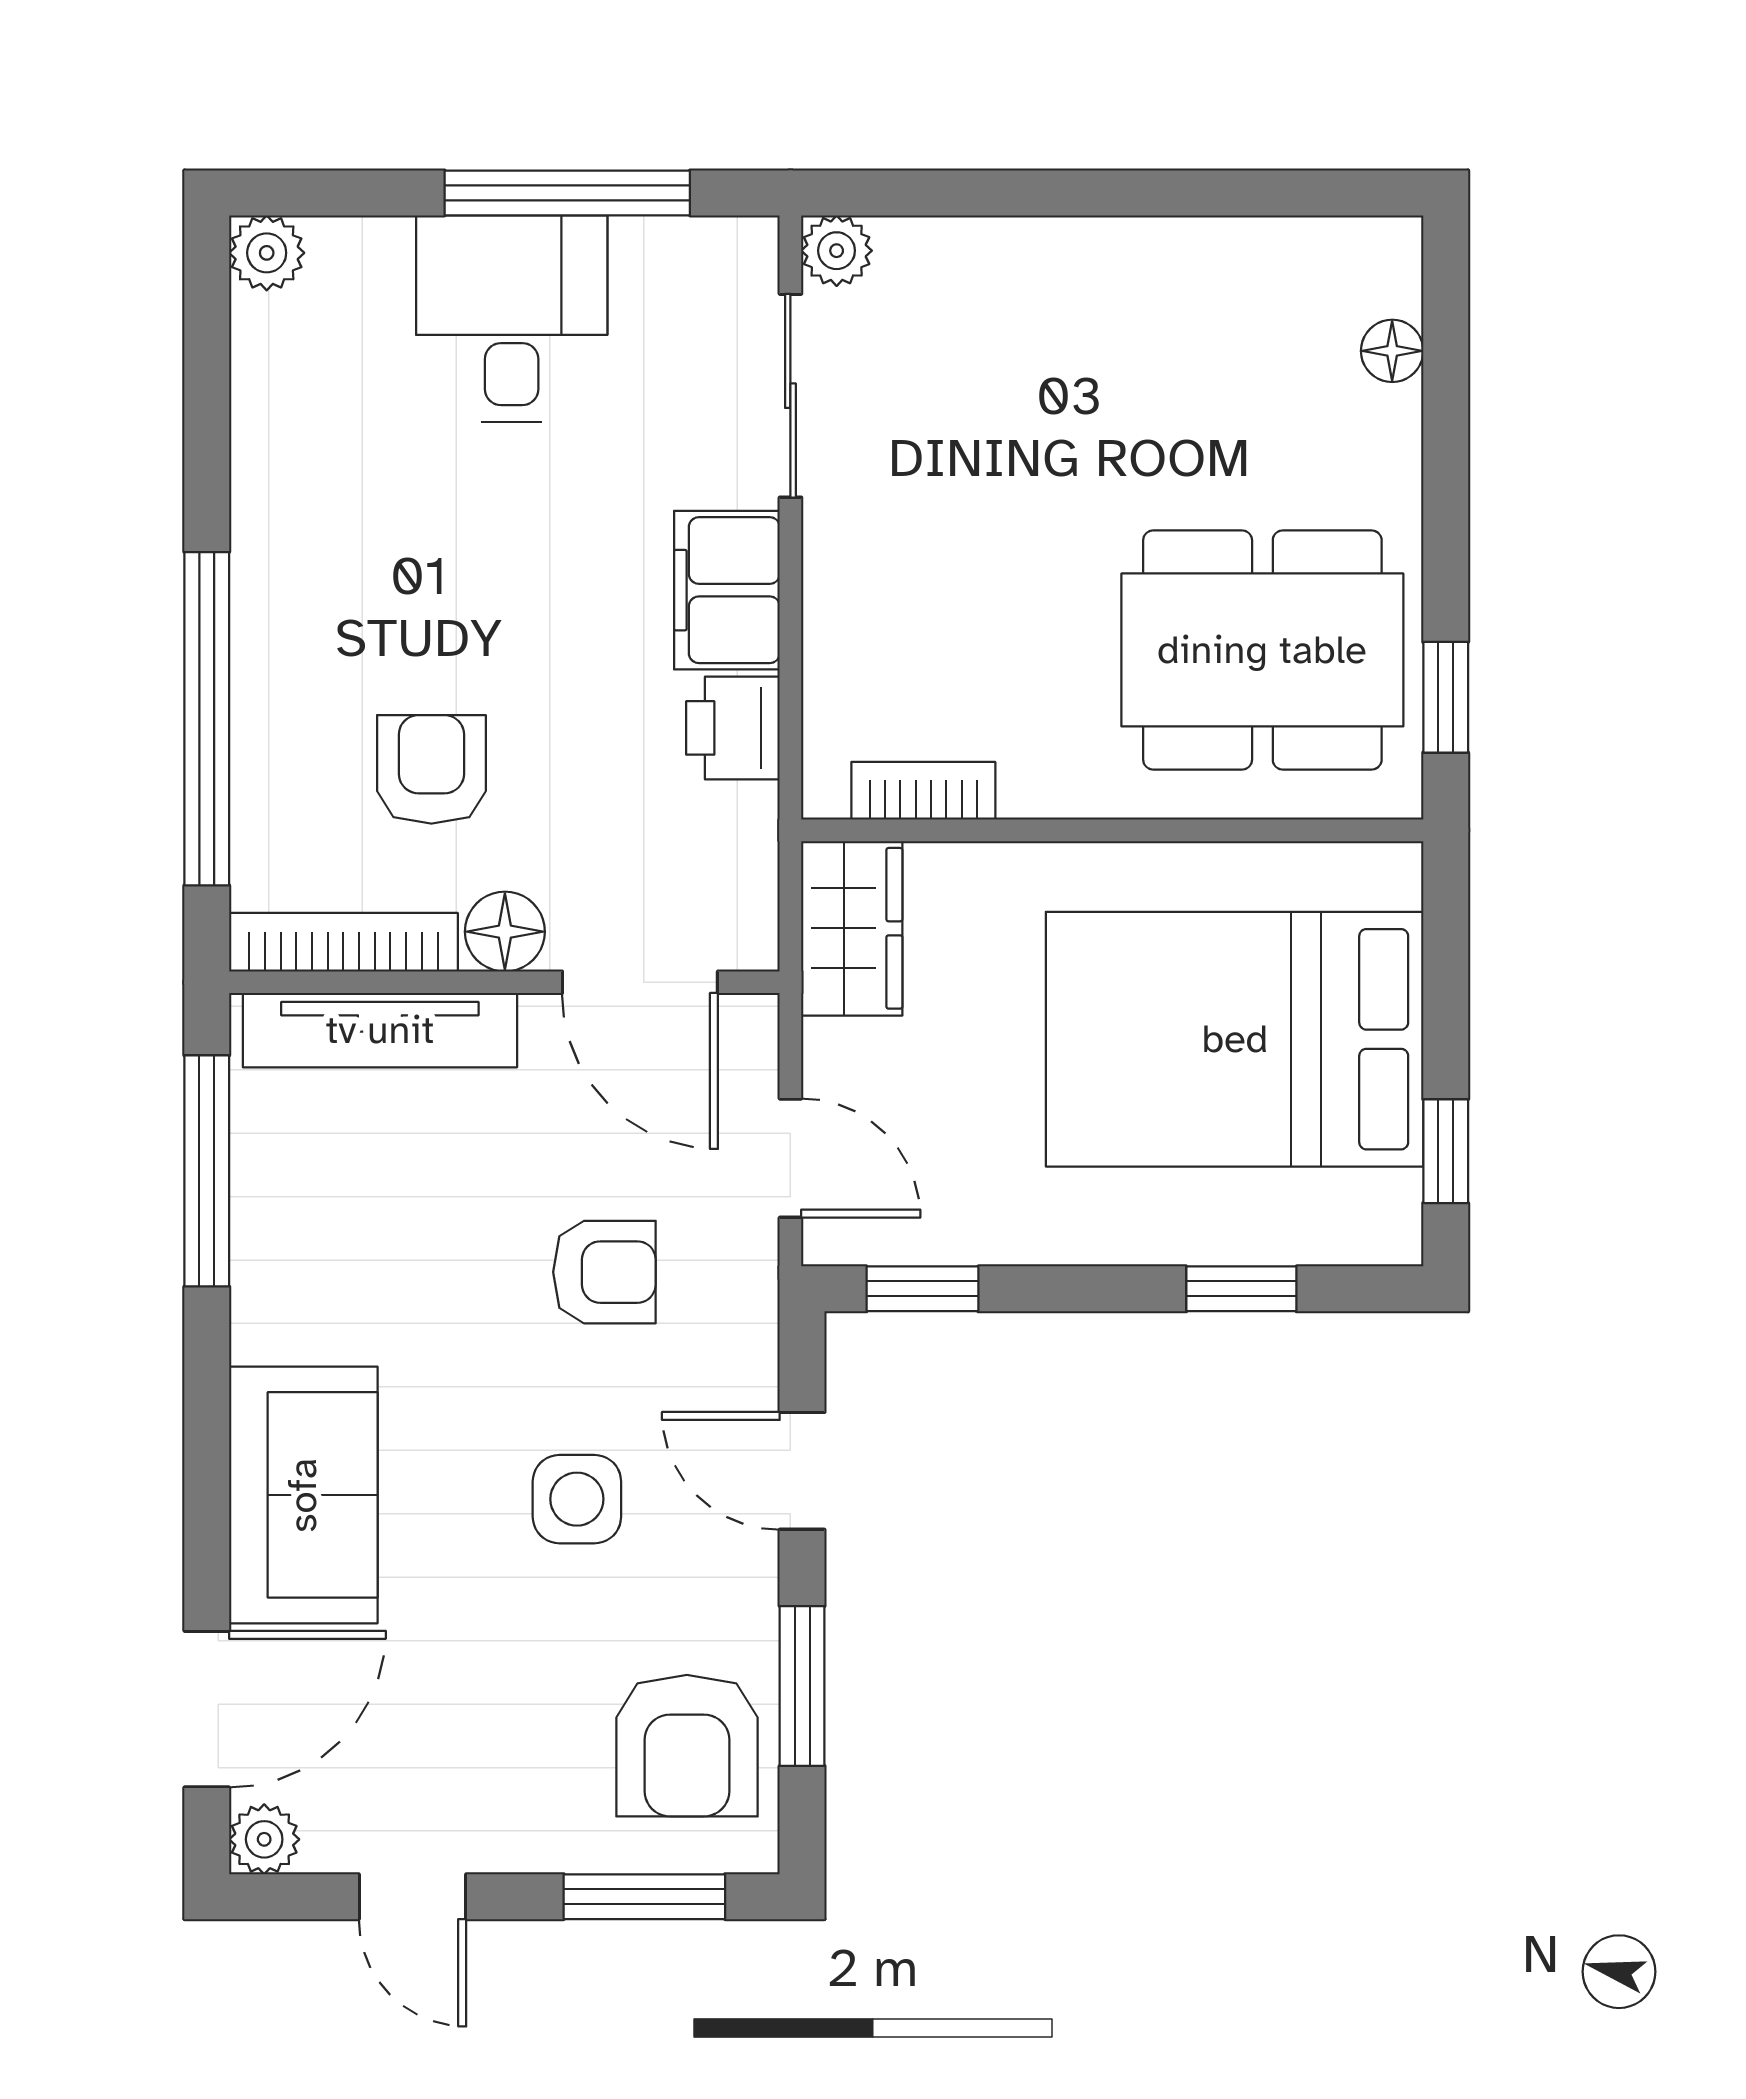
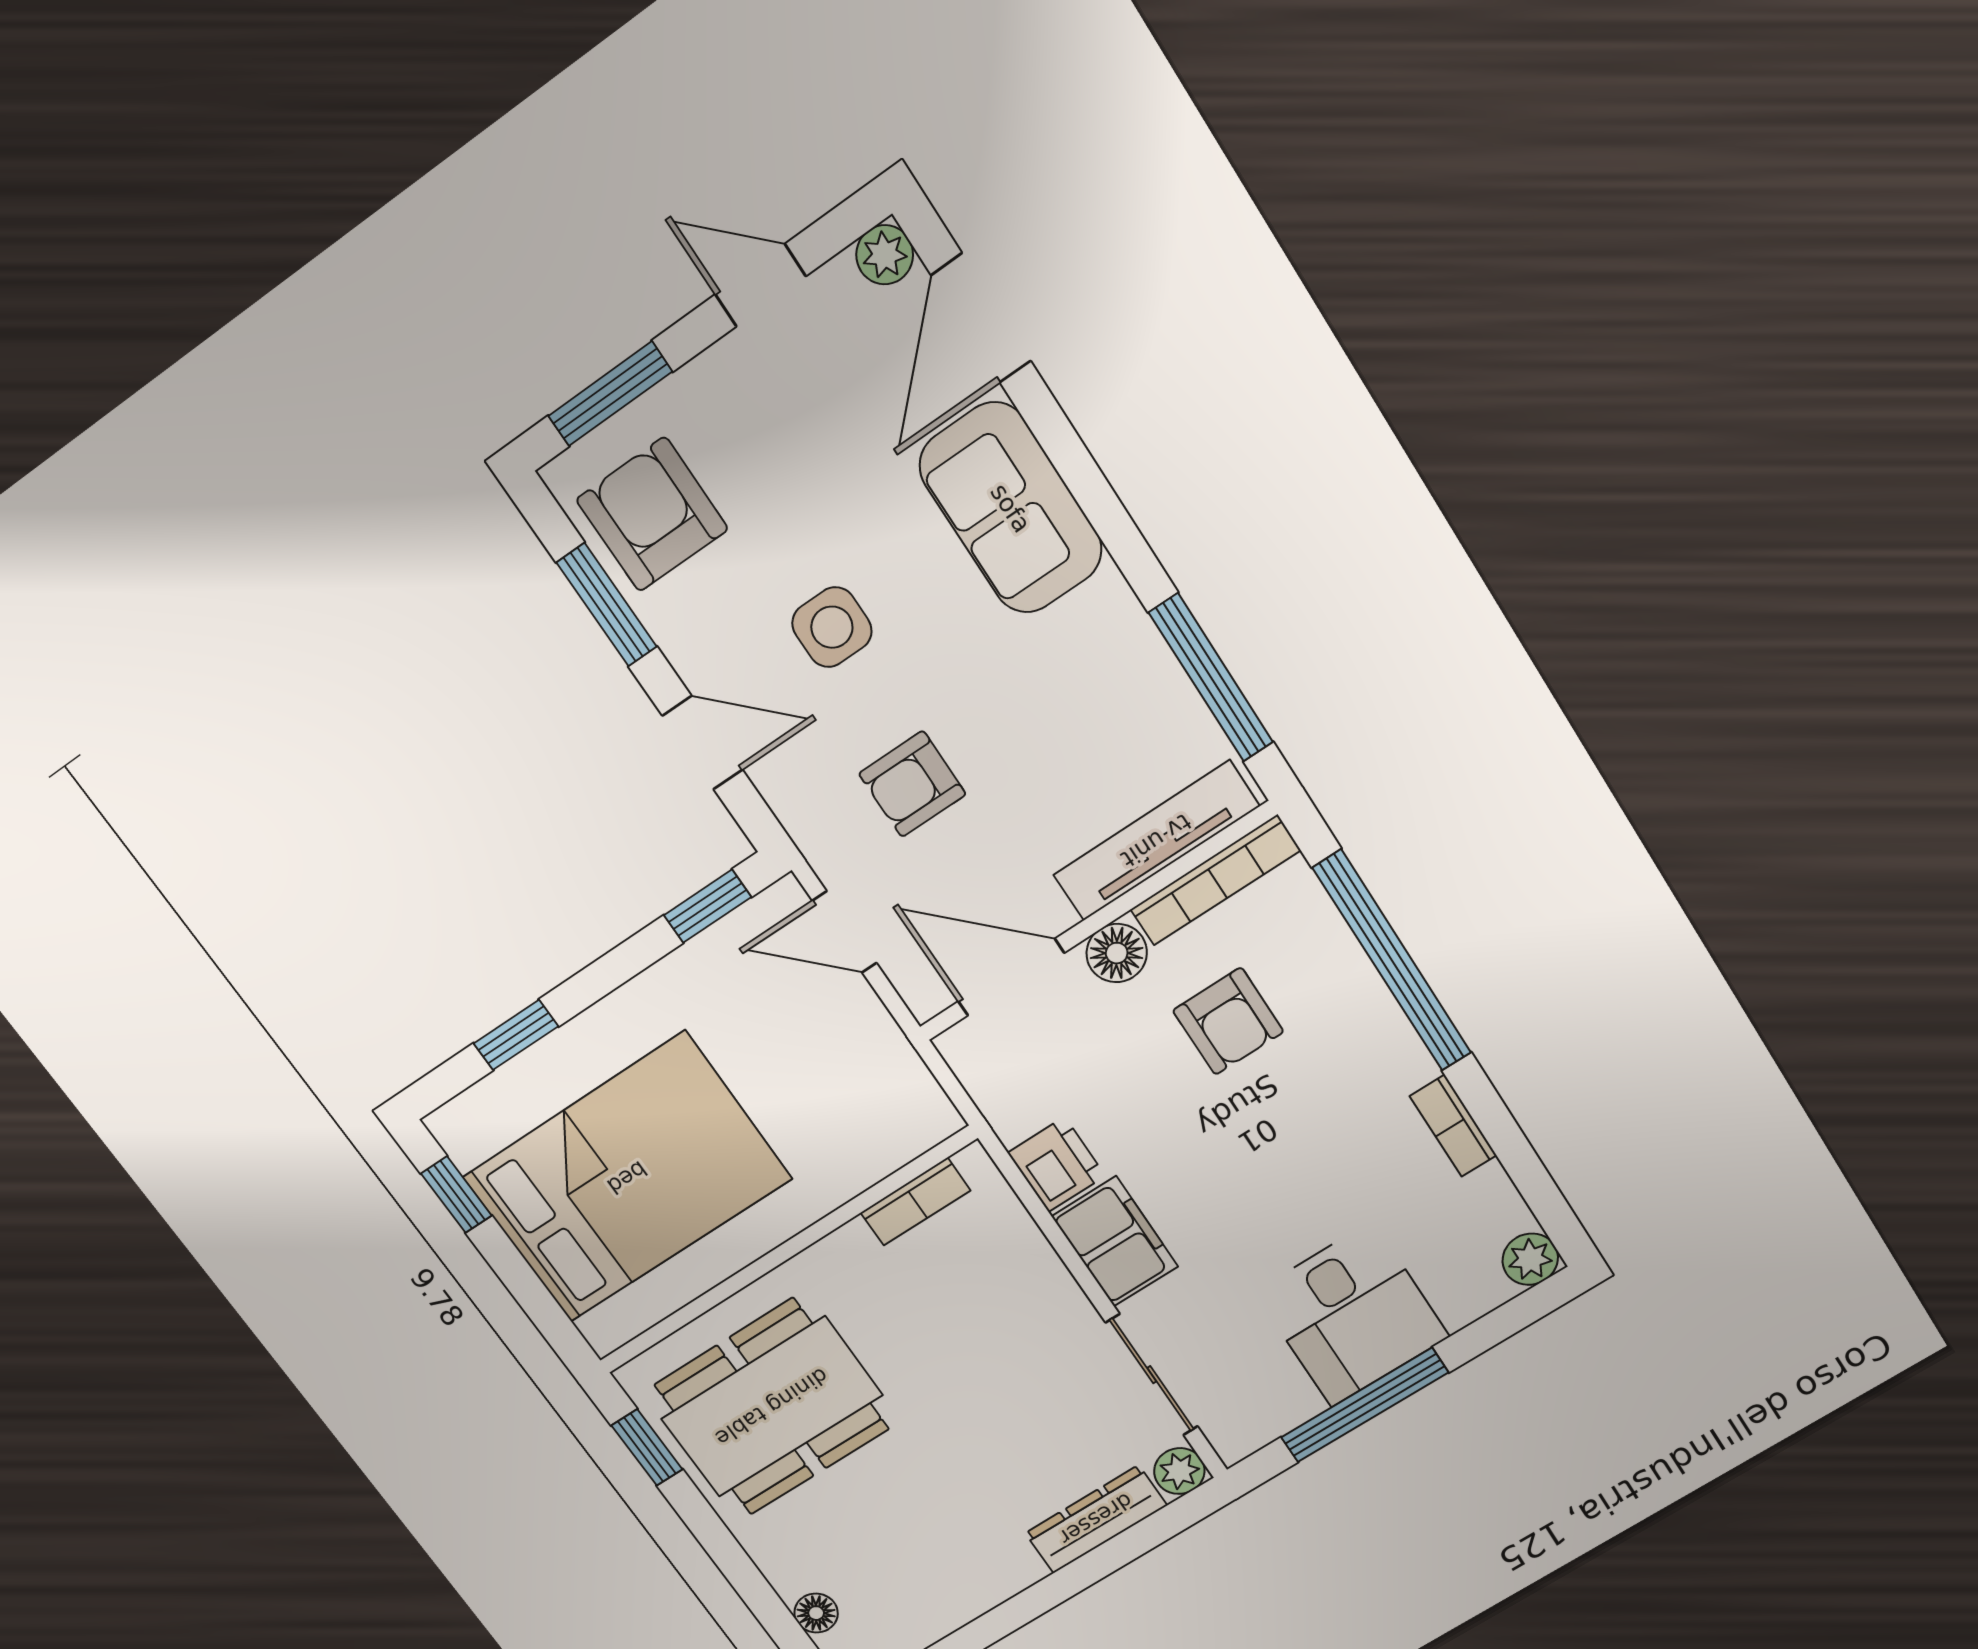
dresser: (975, 253) -> (1096, 1519), added
bookcase: (257, 476) -> (1453, 1126), added
wardrobe: (852, 928) -> (903, 1094), removed

